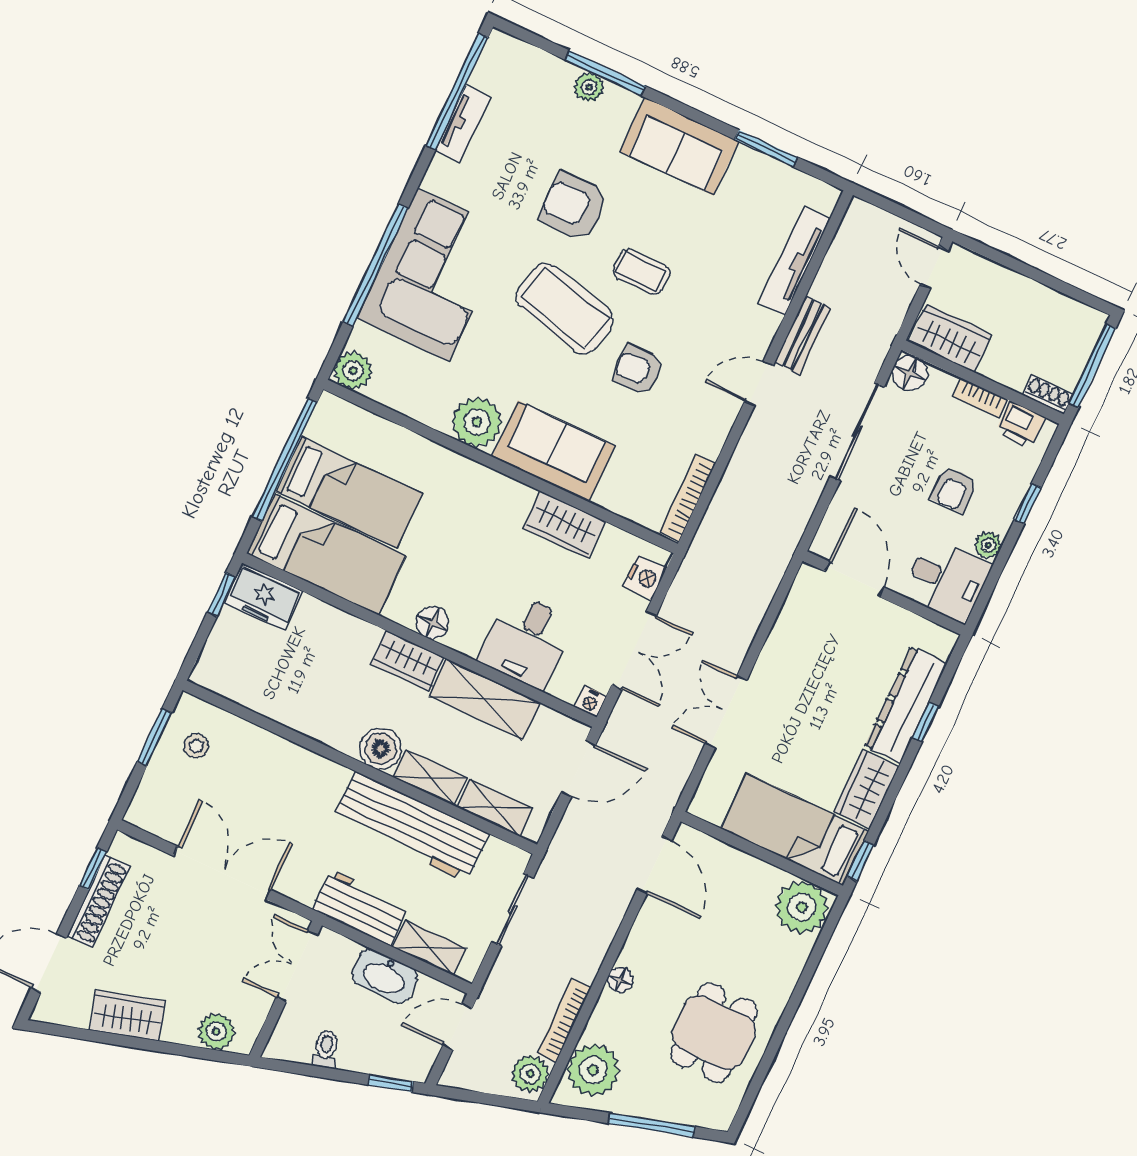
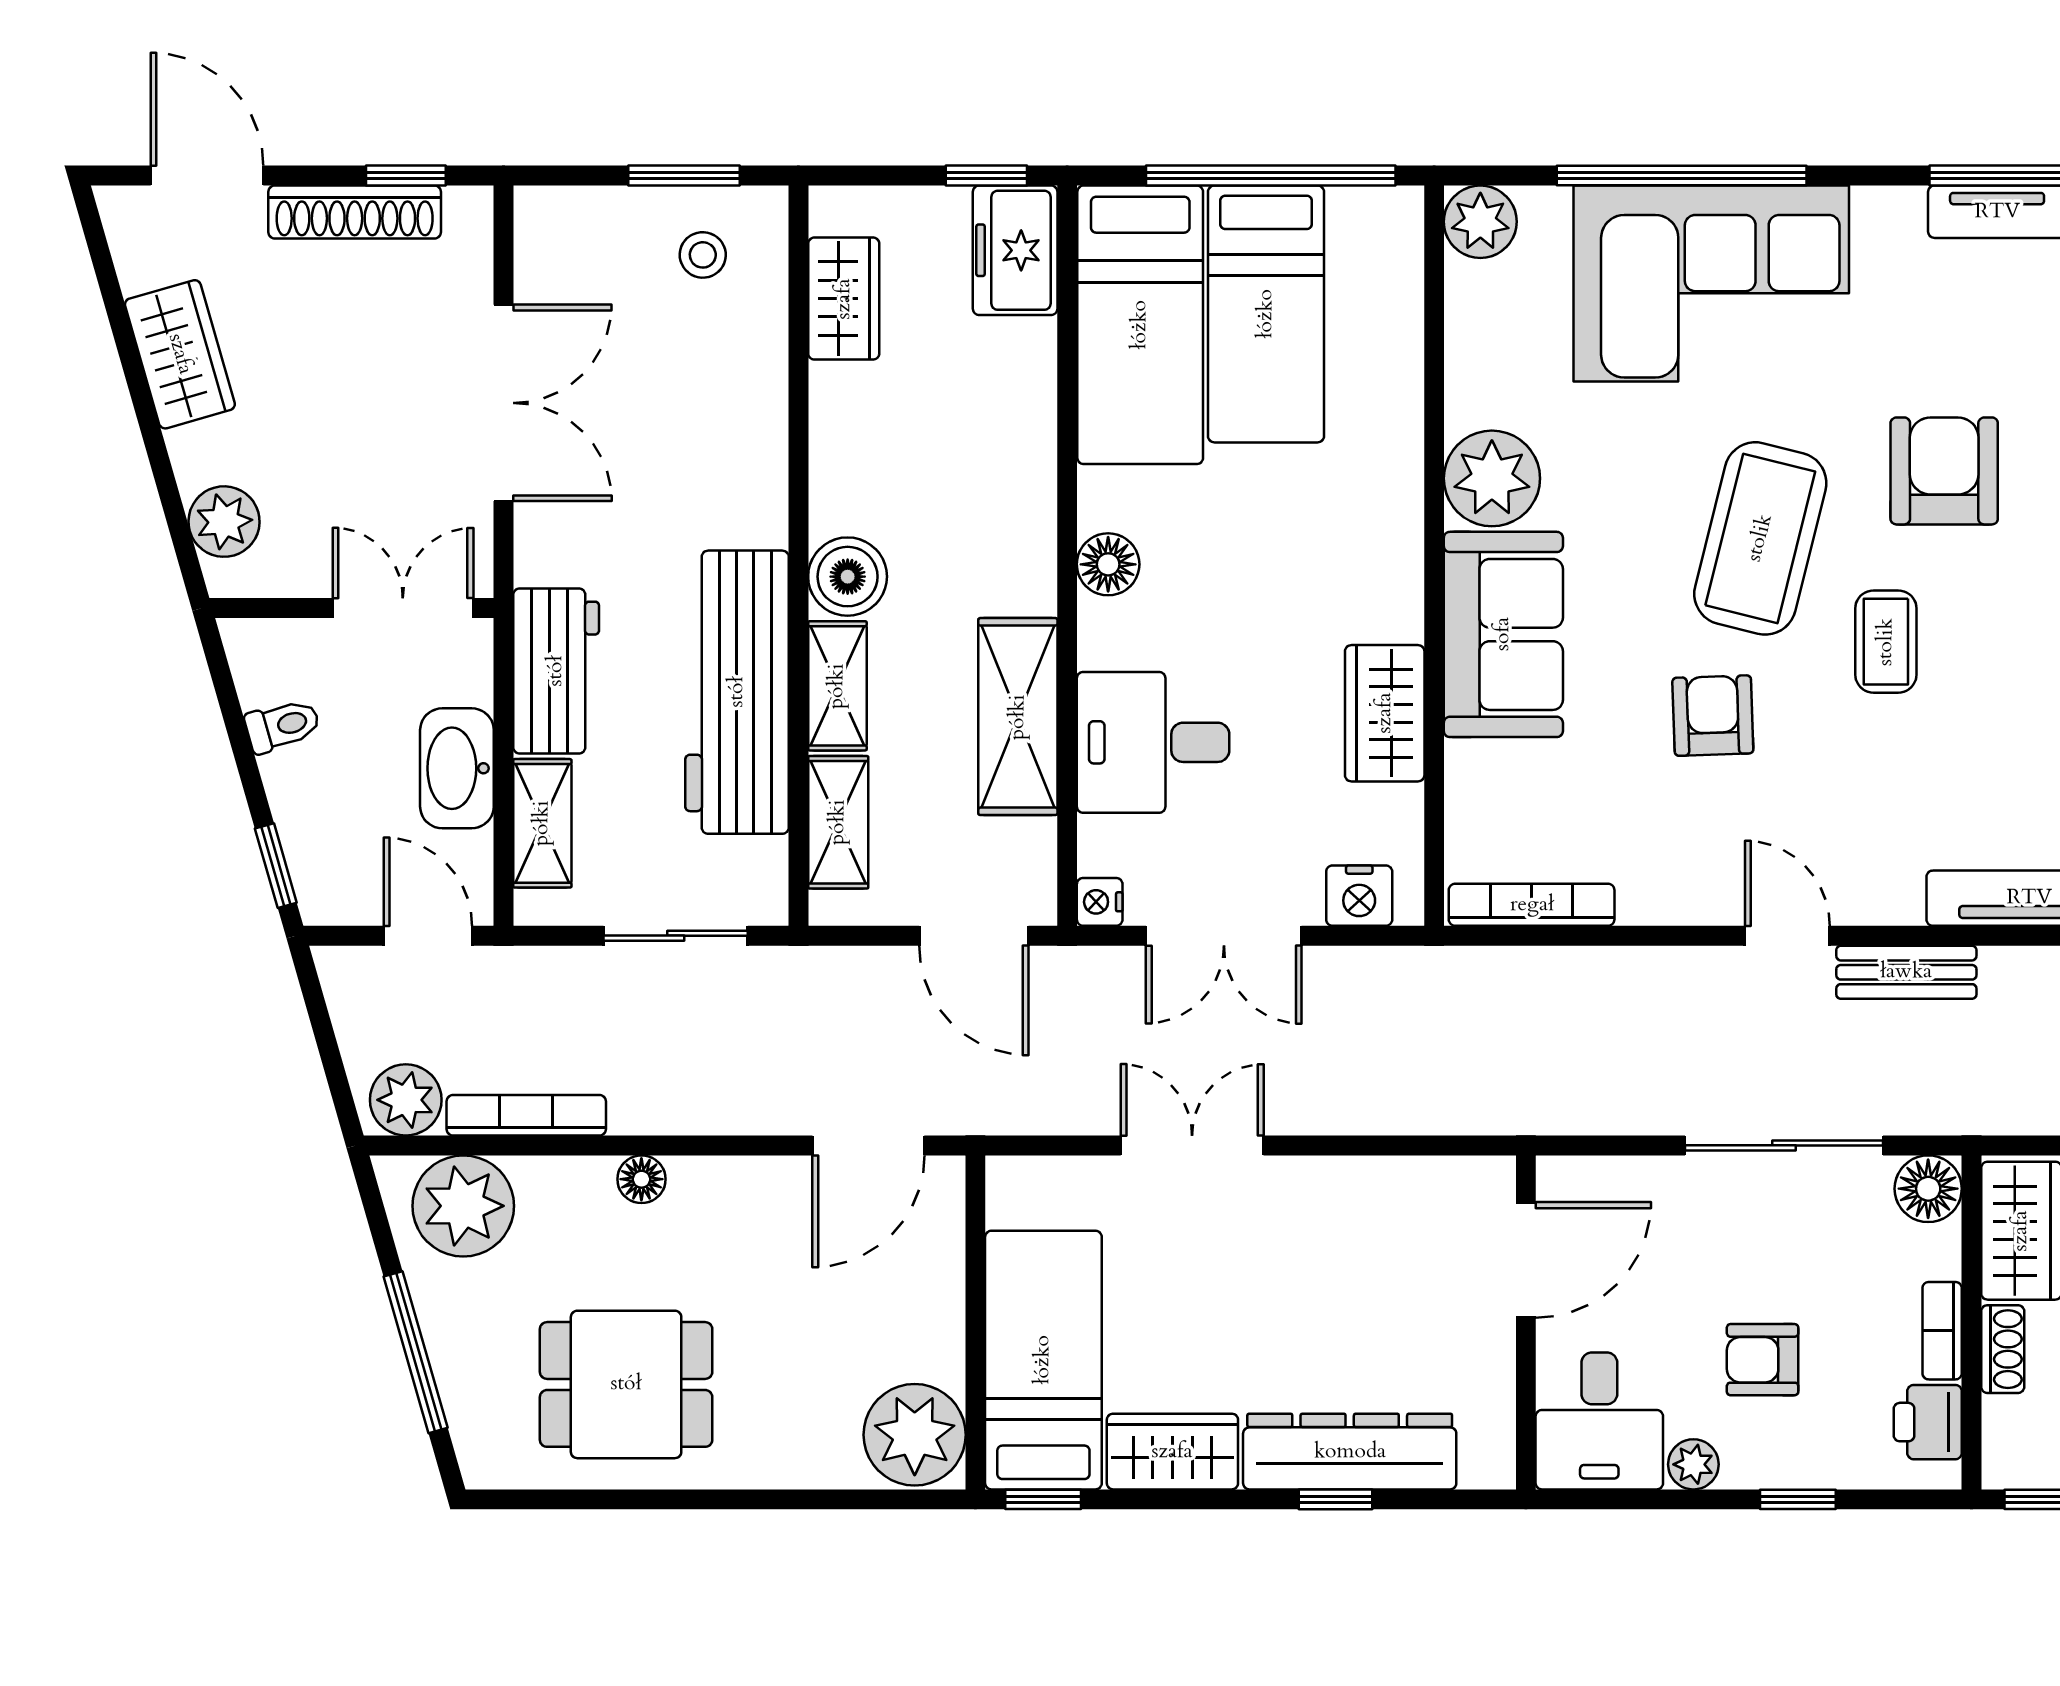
shoe rack: (1048, 395) -> (2003, 1349), moved
wardrobe: (407, 661) -> (844, 299), moved, turned 180

